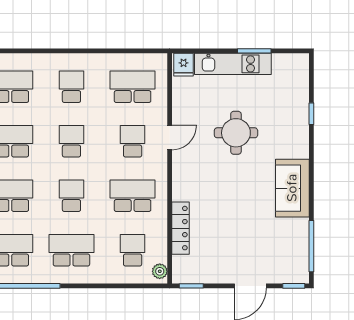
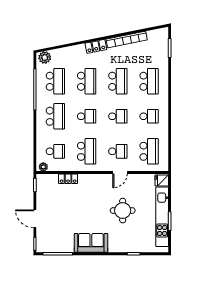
kitchen unit: (233, 64) -> (162, 217), width x1.36
door: (170, 137) -> (120, 173), hinge flipped
locker: (181, 228) -> (68, 179), width x0.66

